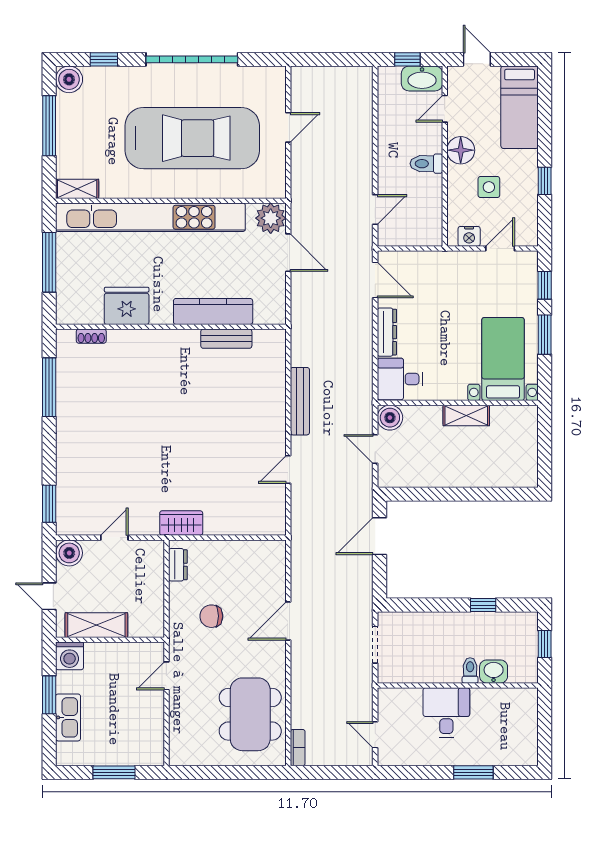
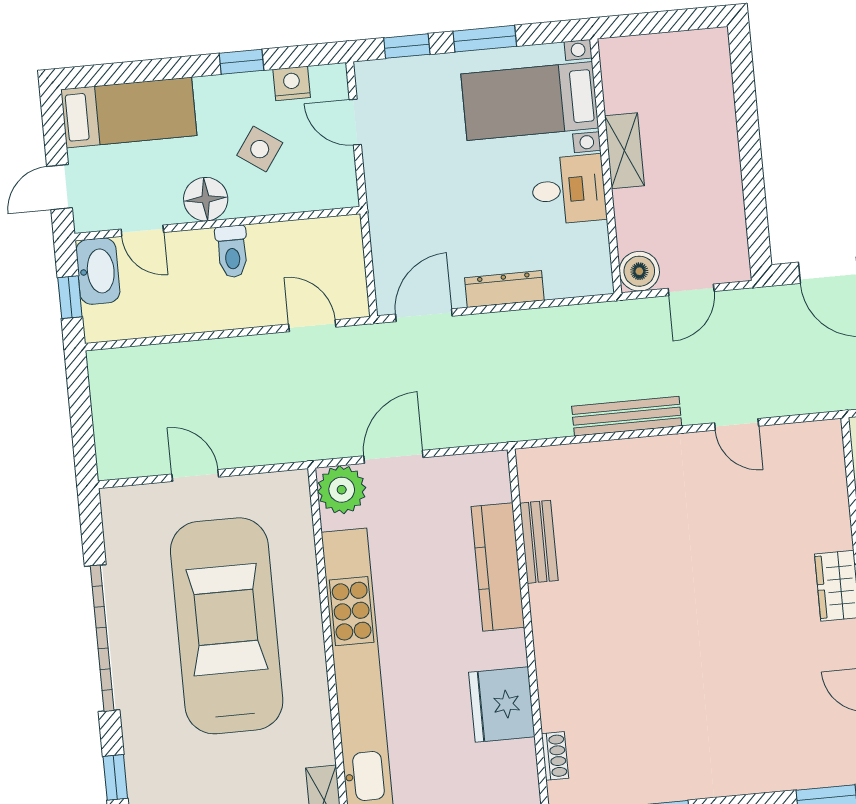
side table: (489, 187) -> (260, 149), turned 35
nightstand: (469, 236) -> (292, 83), moved, turned -90
desk: (400, 379) -> (569, 190), moved, turned -90

